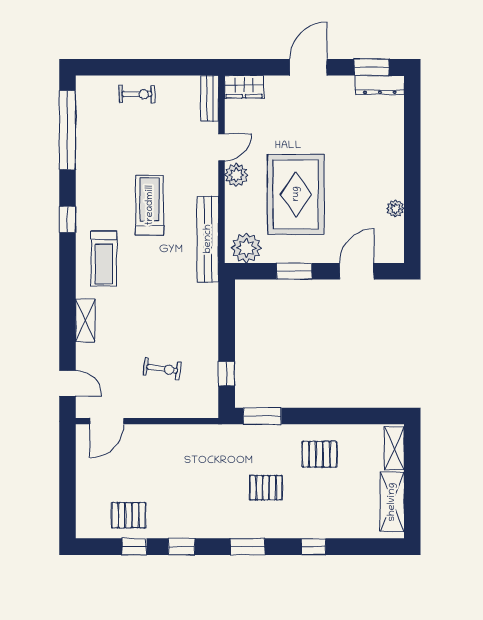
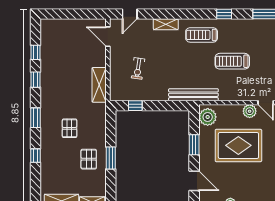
treadmill: (150, 205) -> (232, 61), turned 180
bench: (208, 239) -> (193, 95), moved
window: (262, 416) -> (111, 158), moved
shelving: (191, 436) -> (99, 85), added
pallet: (129, 515) -> (54, 49), removed

